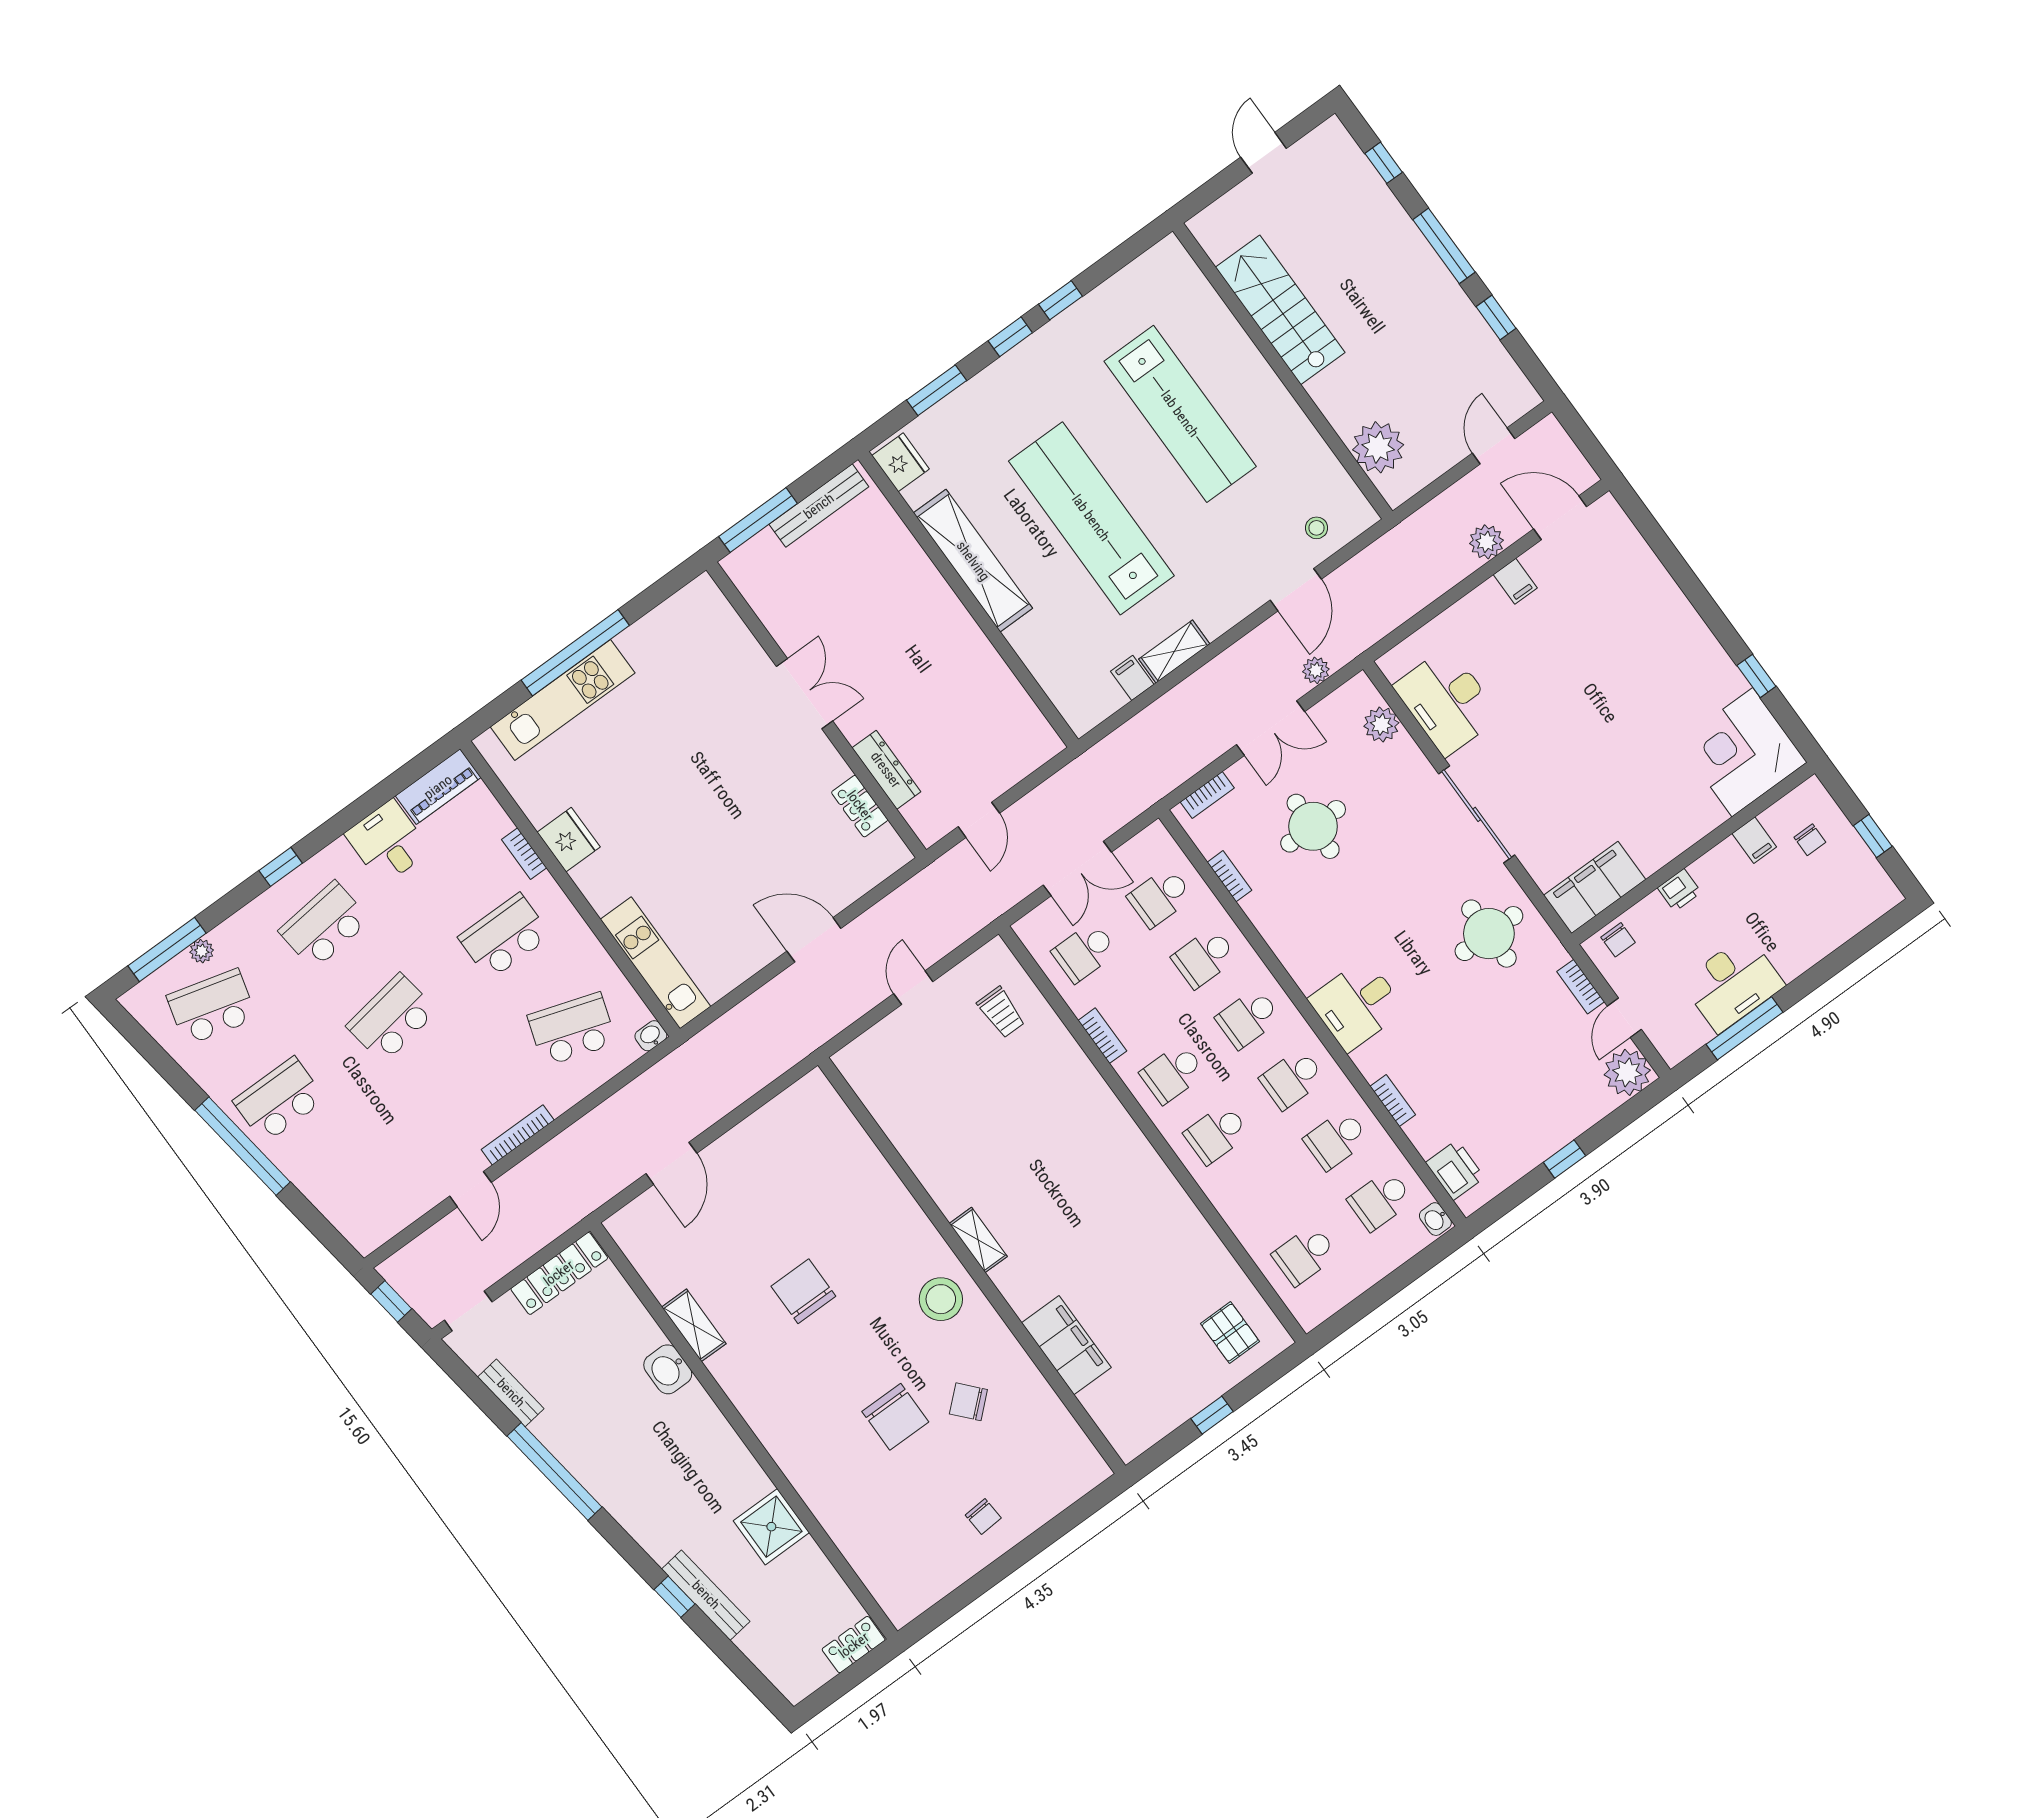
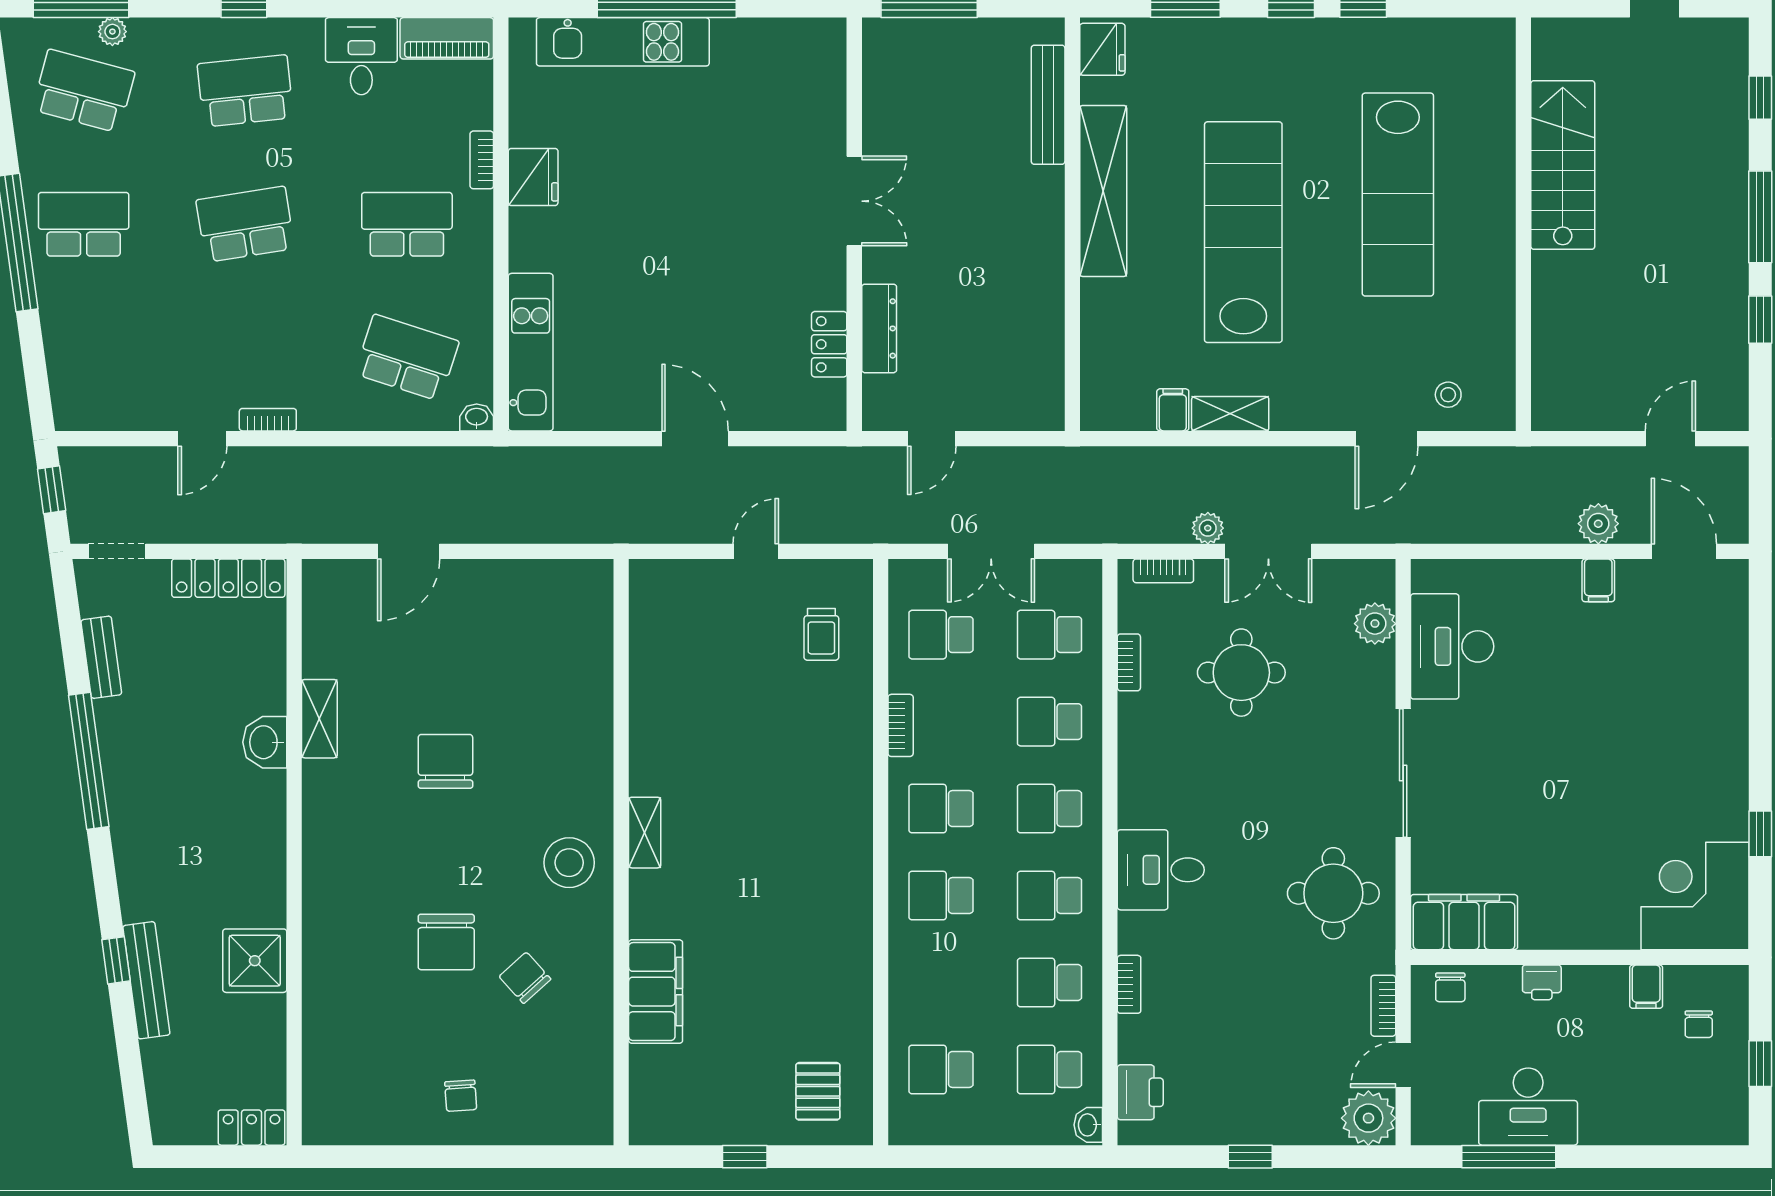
plant: (1378, 447) -> (1561, 361), removed
bench: (819, 506) -> (1048, 105), moved, turned 90
plant: (1316, 670) -> (1208, 528), moved
bookcase: (518, 1135) -> (268, 420), width x0.64

